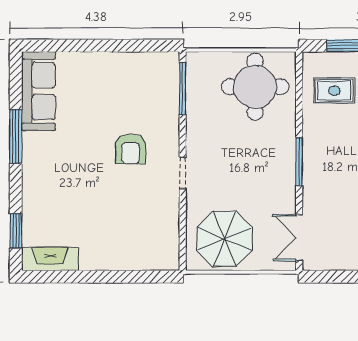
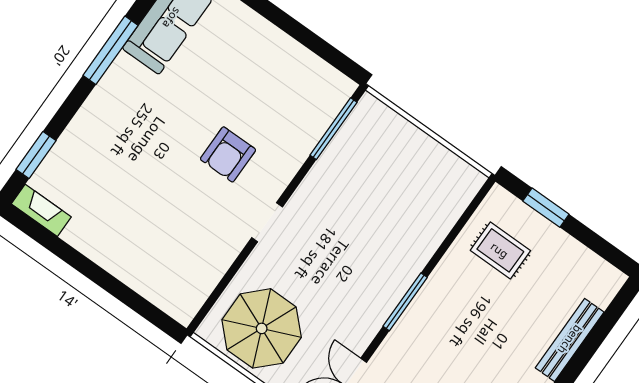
round table: (255, 87) -> (416, 184), removed
fireplace: (50, 259) -> (41, 210), width x0.73, depth x0.76

